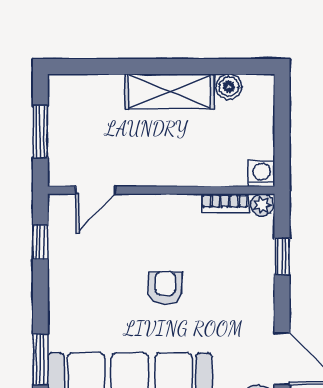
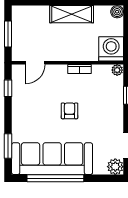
boiler: (229, 87) -> (117, 12), moved
washing machine: (262, 174) -> (111, 49), width x1.89, depth x1.89
bookcase: (225, 203) -> (80, 69), moved

